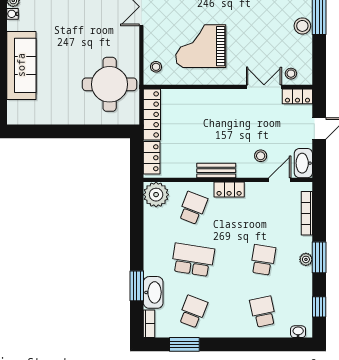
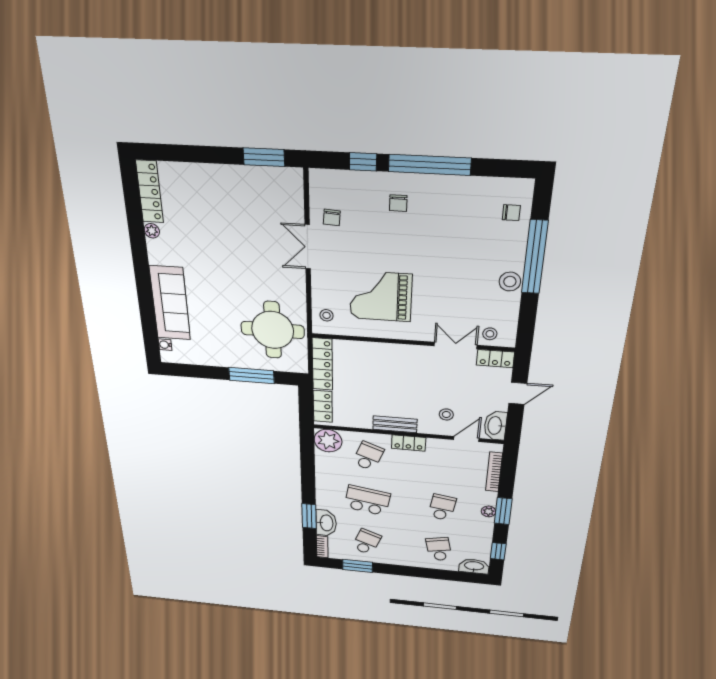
water cooler: (13, 14) -> (165, 345), moved
window: (89, 131) -> (251, 376), added
washbasin: (298, 332) -> (474, 566), width x1.91, depth x1.45

